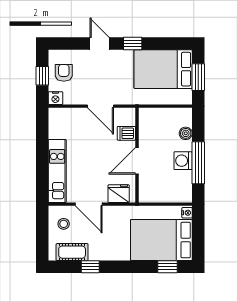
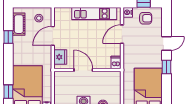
door: (100, 106) -> (122, 34), moved
dishwasher: (126, 133) -> (116, 63), moved
kitchen unit: (57, 171) -> (94, 14), moved

